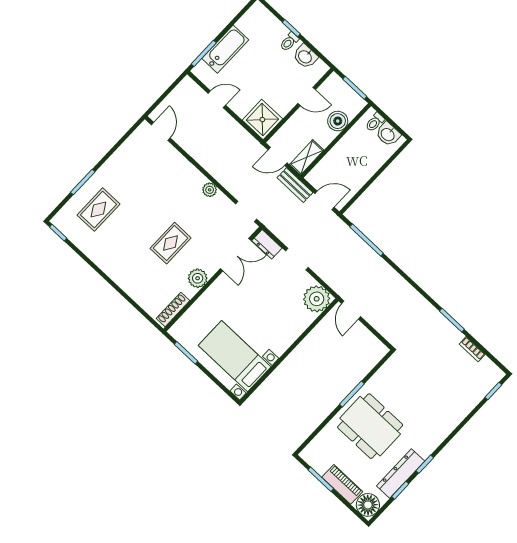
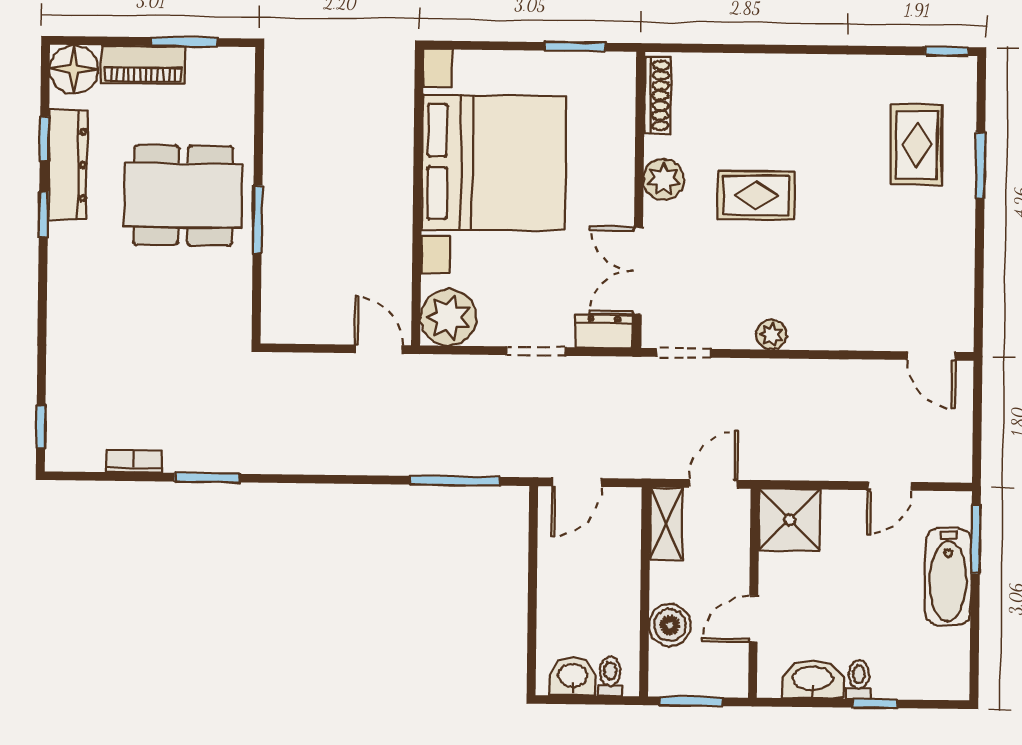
washbasin: (305, 56) -> (813, 679), width x1.38
bench: (295, 185) -> (645, 464), removed
rug: (171, 243) -> (756, 196), turned 90
bed with nightstands: (235, 356) -> (494, 162), width x1.85

